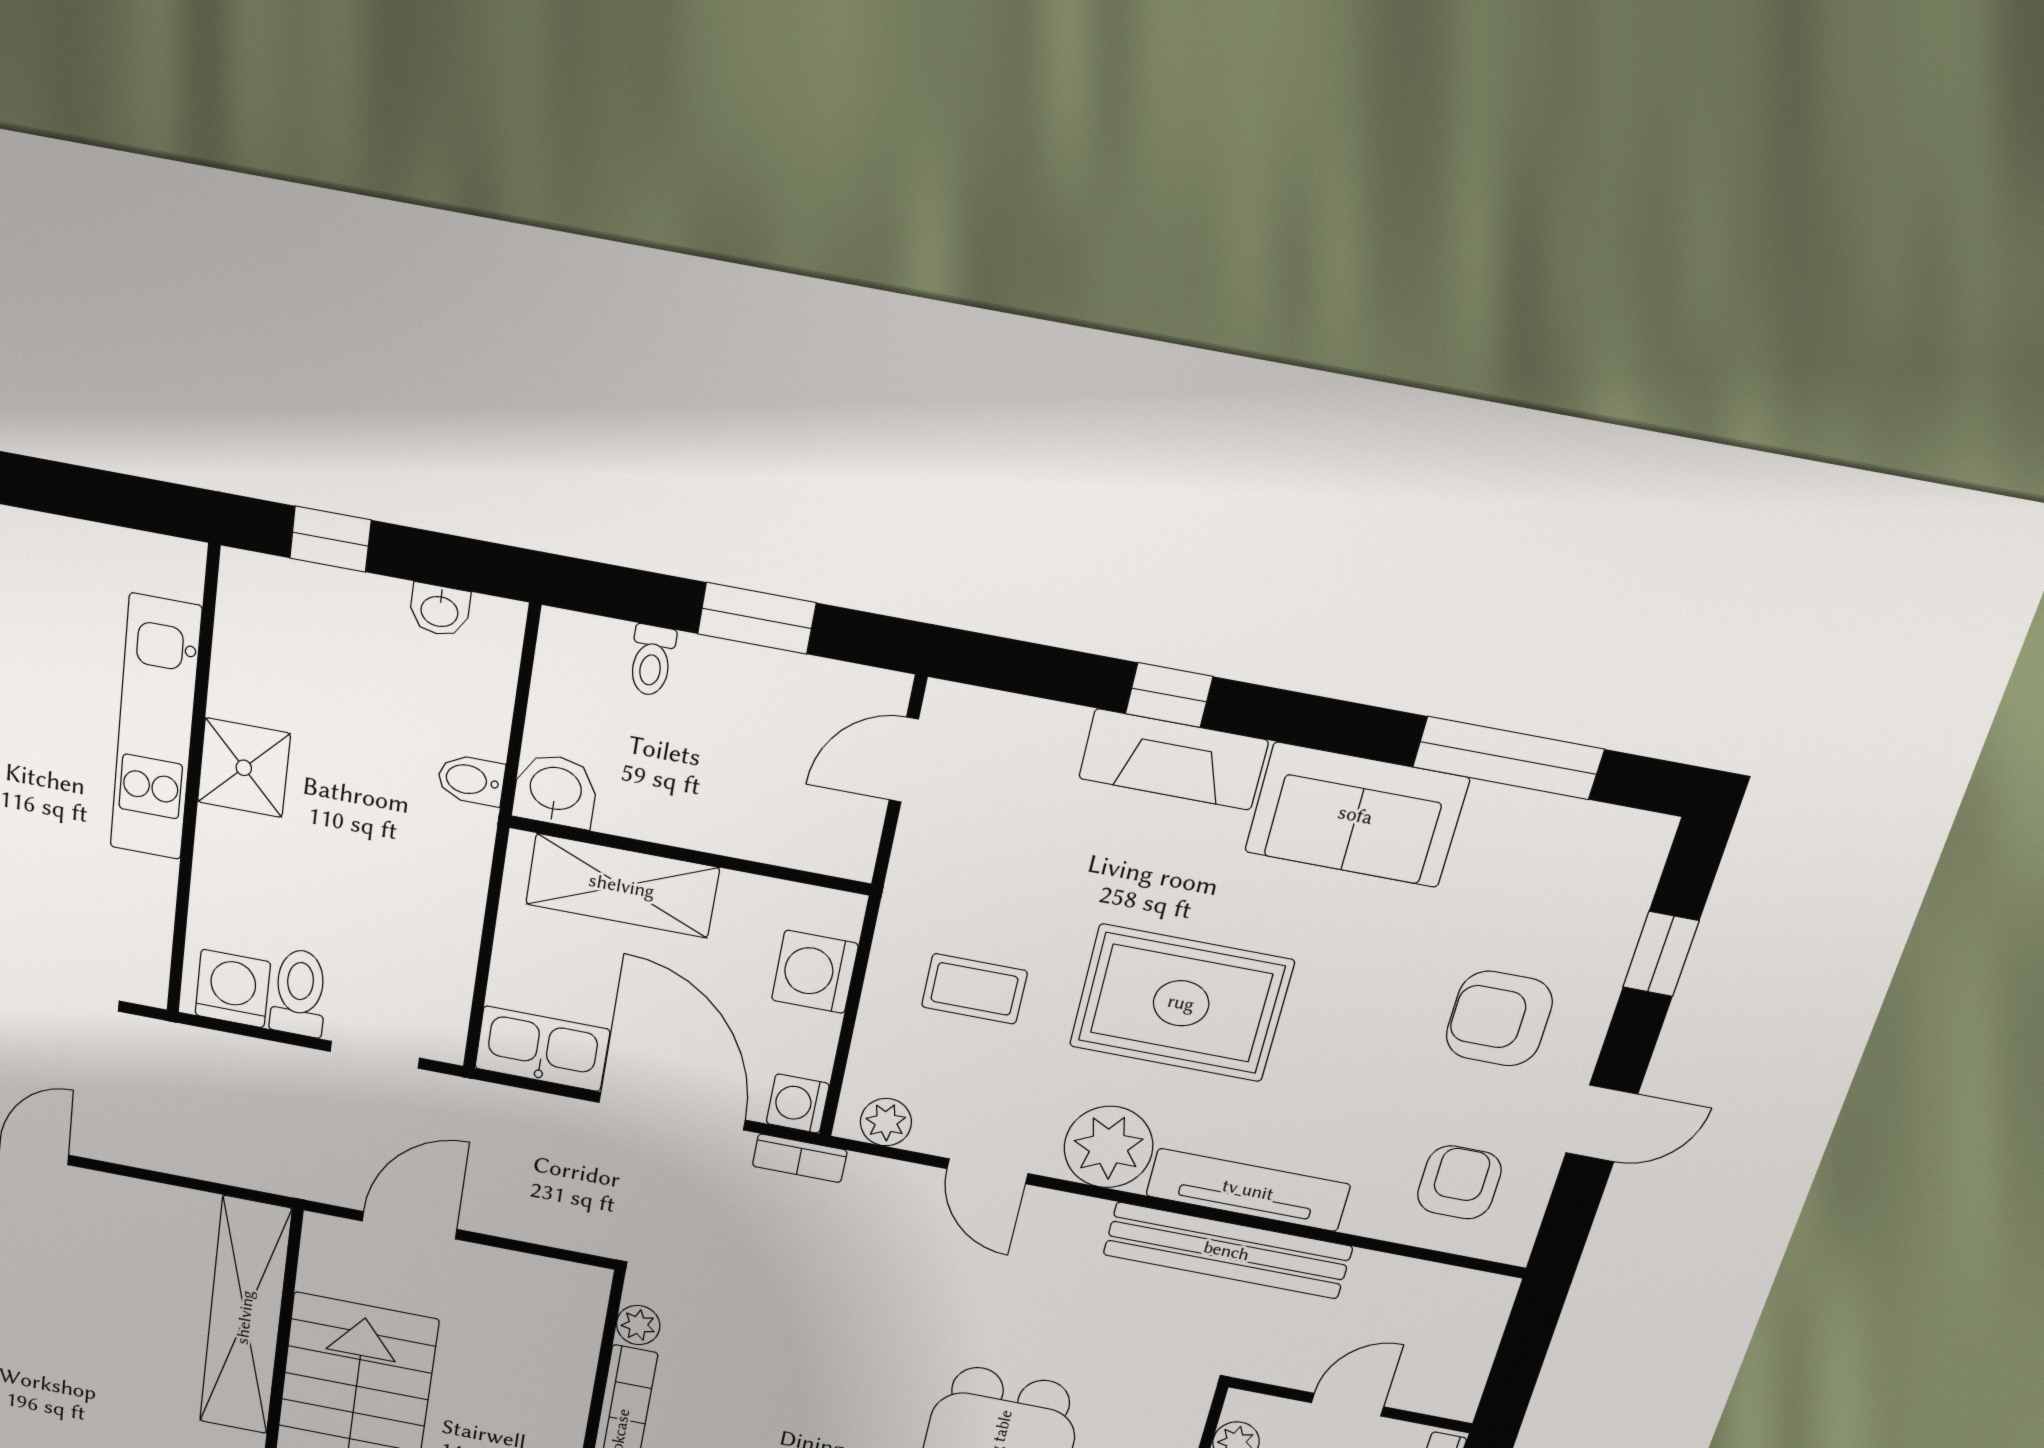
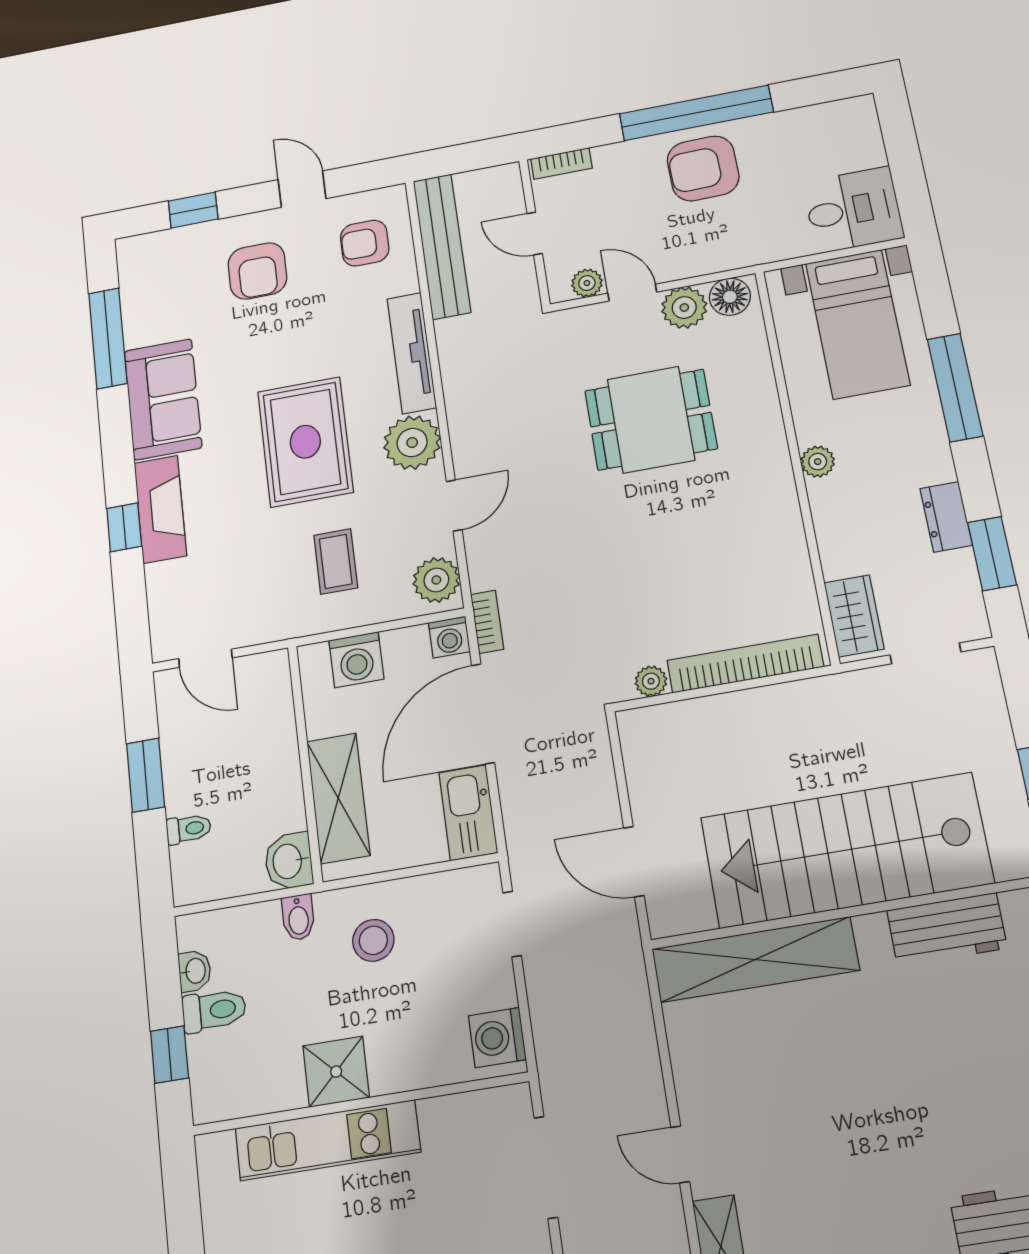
stool: (407, 872) -> (373, 940), added
toilet: (299, 993) -> (214, 1010), moved, turned 180
plant: (886, 1122) -> (436, 580), width x1.38, depth x1.38
bench: (1227, 1251) -> (442, 246), moved

